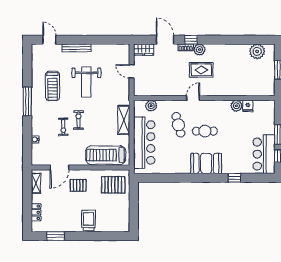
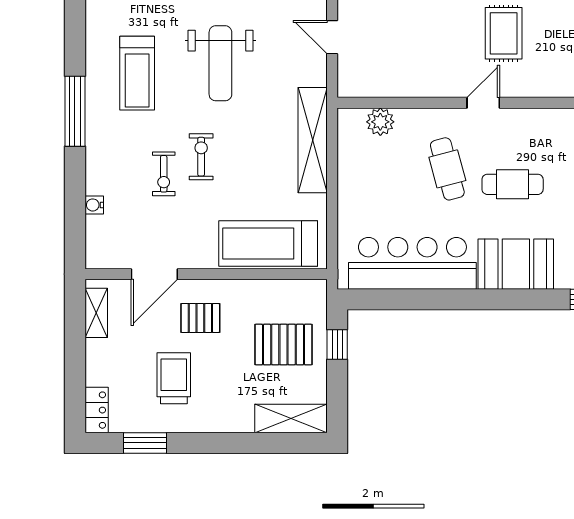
rug: (201, 70) -> (504, 33), turned 90
shelving: (124, 120) -> (313, 140), width x1.47
bar counter: (144, 143) -> (412, 263), moved, turned -90
pallet: (113, 185) -> (283, 345), moved
window: (134, 196) -> (337, 344), added
locker: (36, 212) -> (97, 410), moved
trolley: (89, 220) -> (174, 378), moved
shelving: (115, 226) -> (291, 418), added

